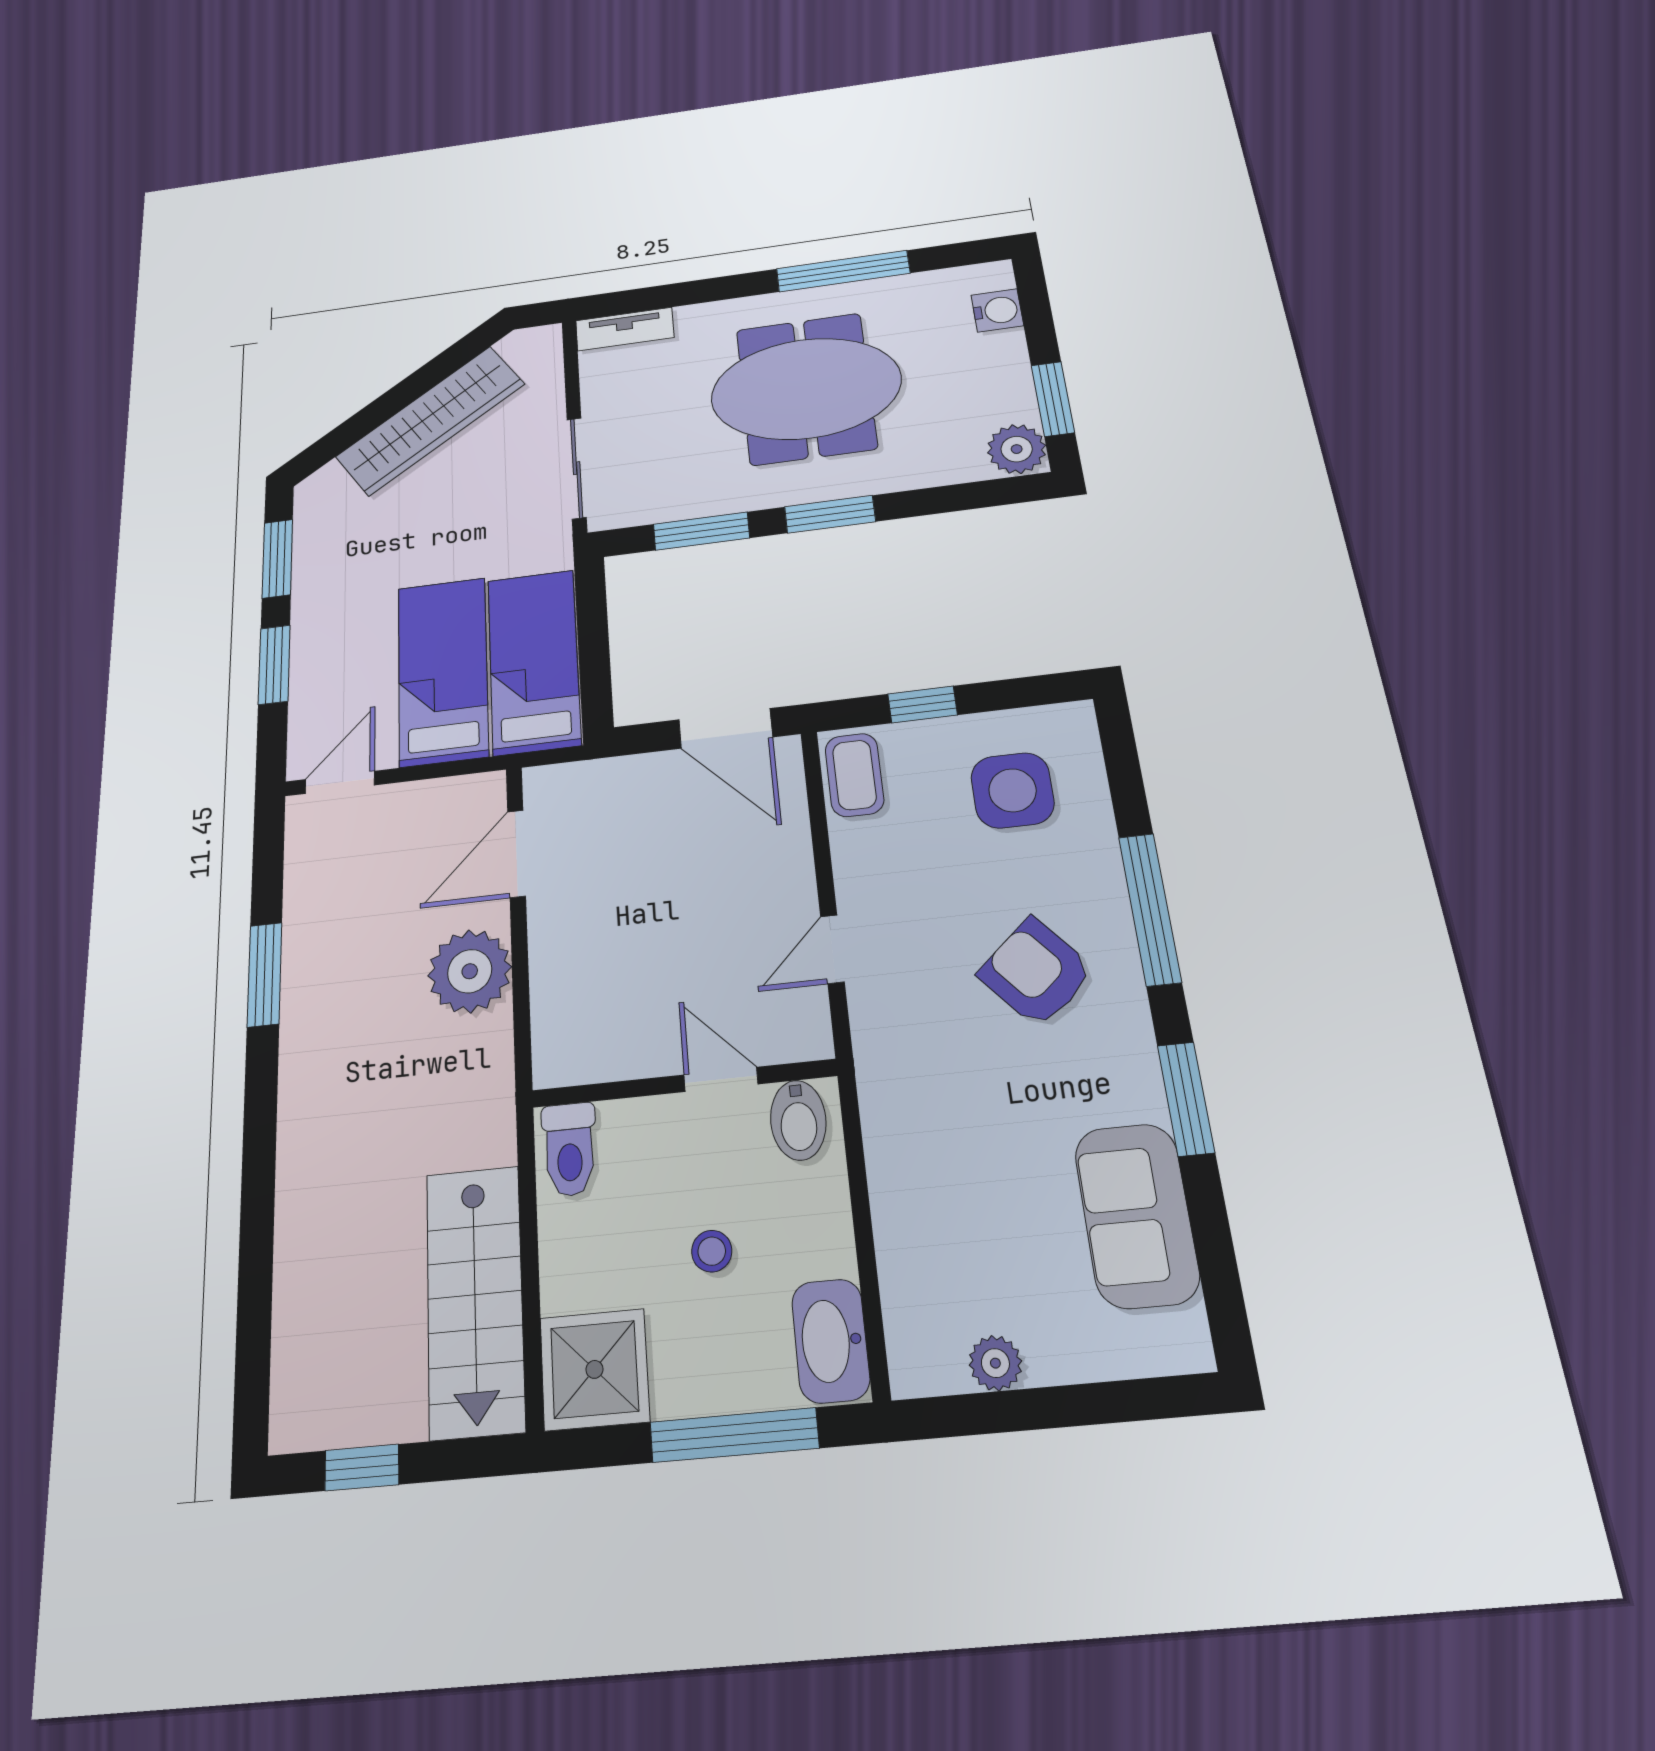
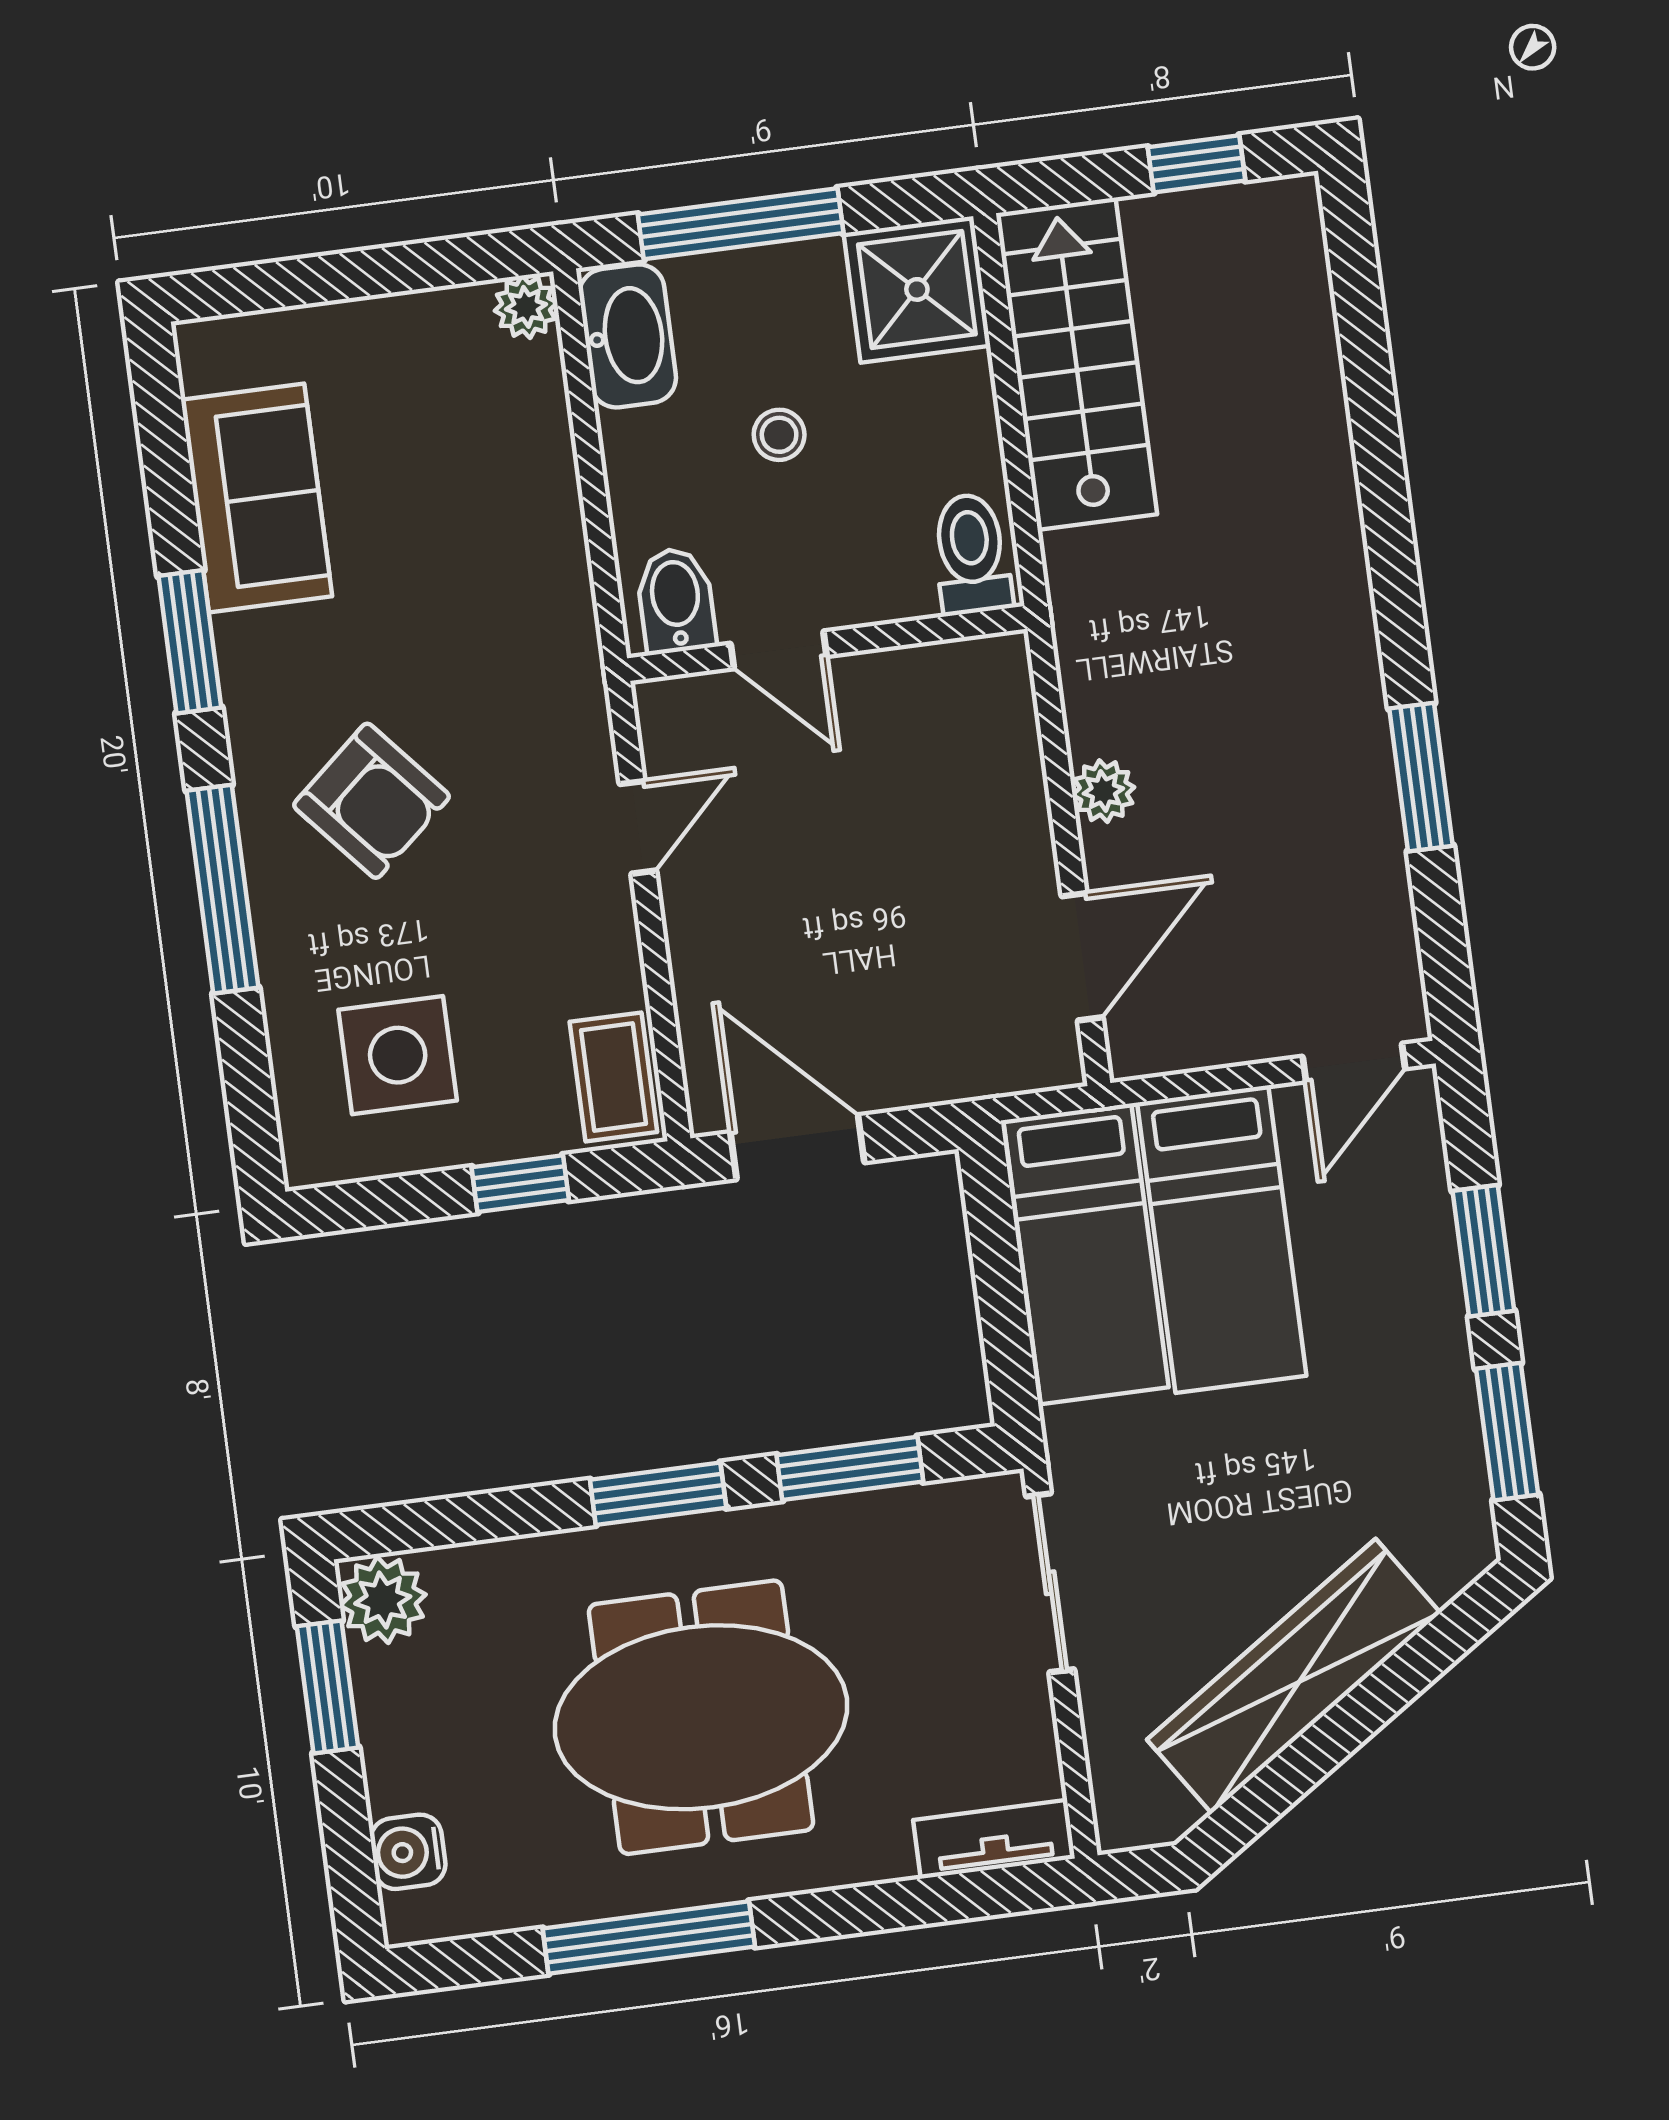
plant: (470, 971) -> (1103, 791), width x0.53, depth x0.53
plant: (995, 1363) -> (526, 307), moved

